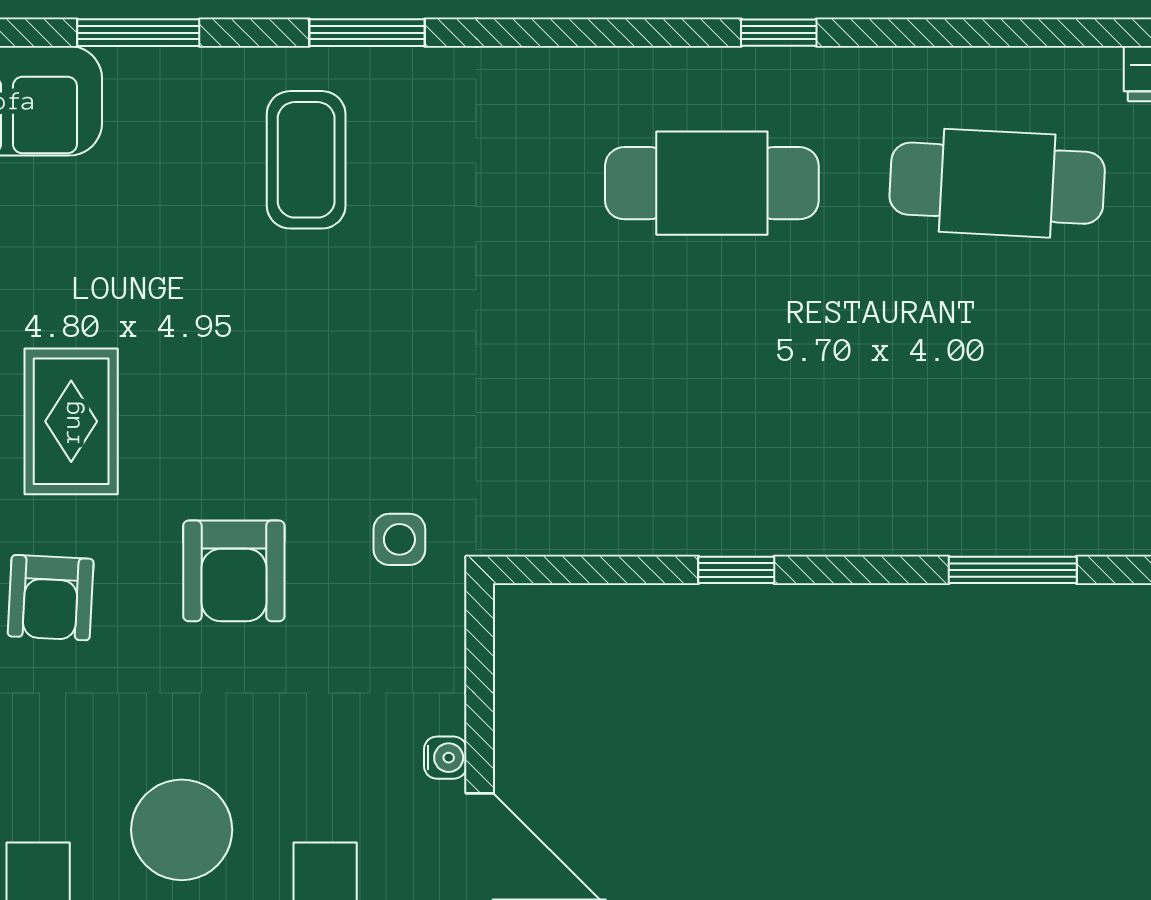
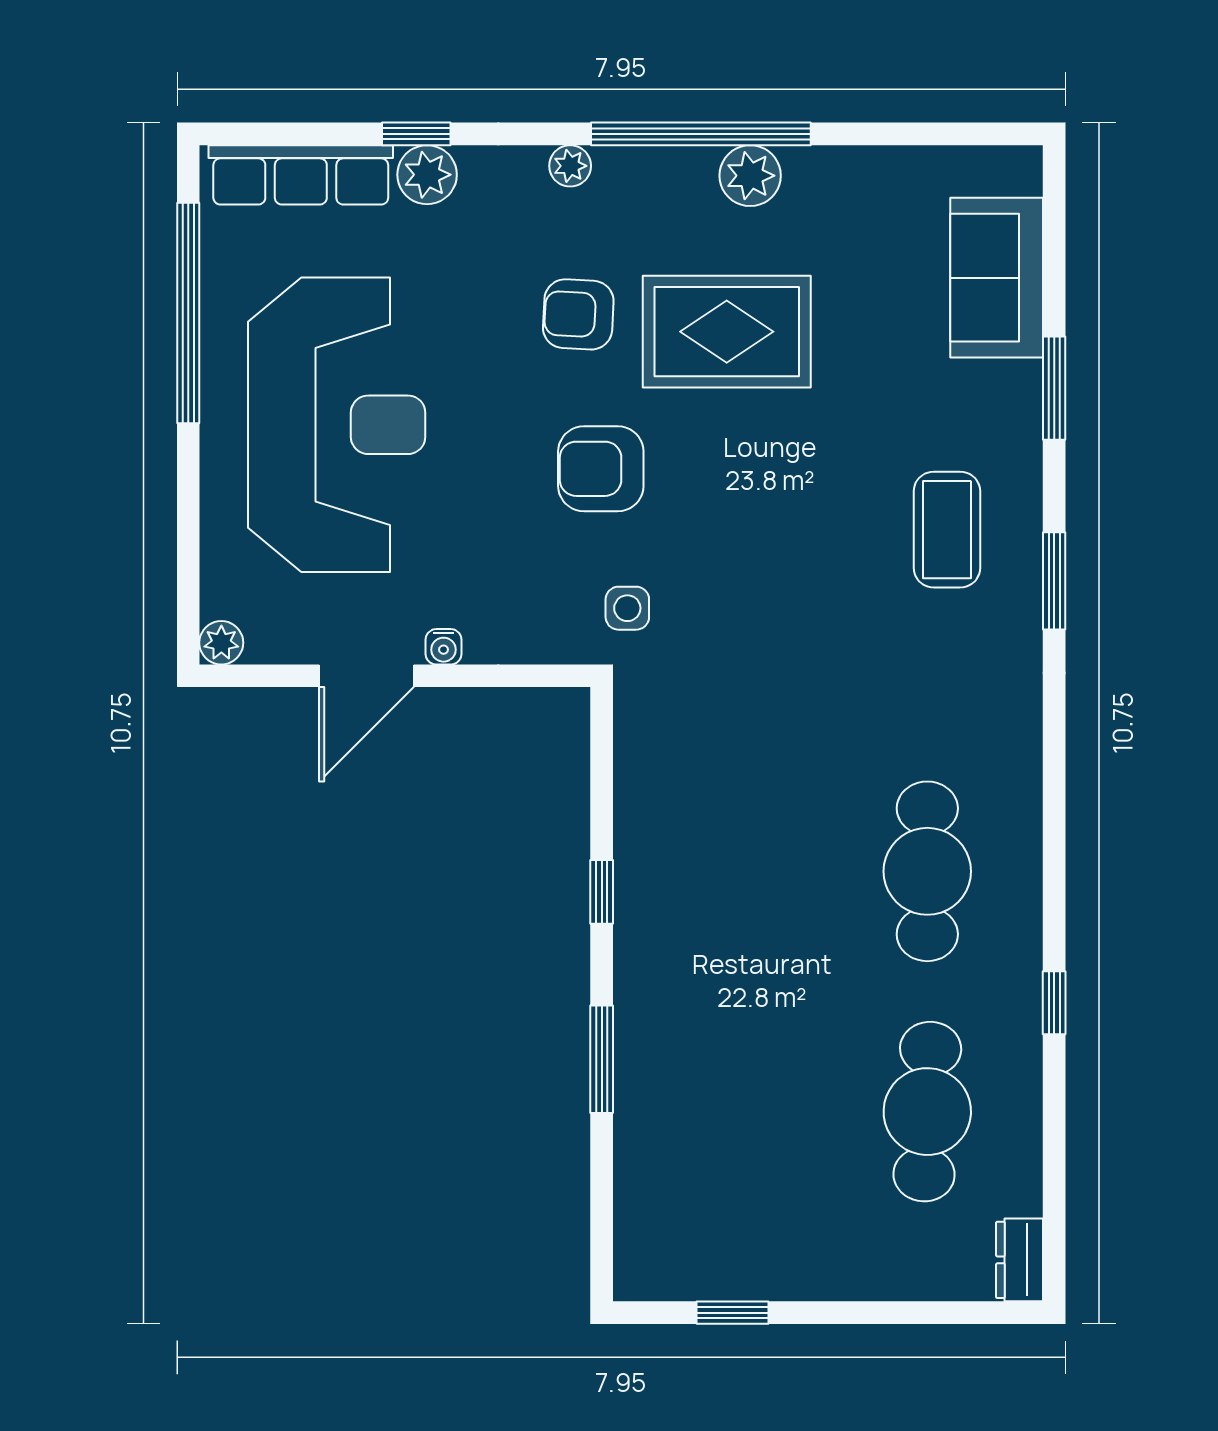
window: (779, 33) -> (1054, 1003), moved
coffee table: (306, 160) -> (947, 530), turned 90
rug: (71, 421) -> (727, 332), width x1.36, depth x1.43
window: (1013, 570) -> (602, 1059), moved

